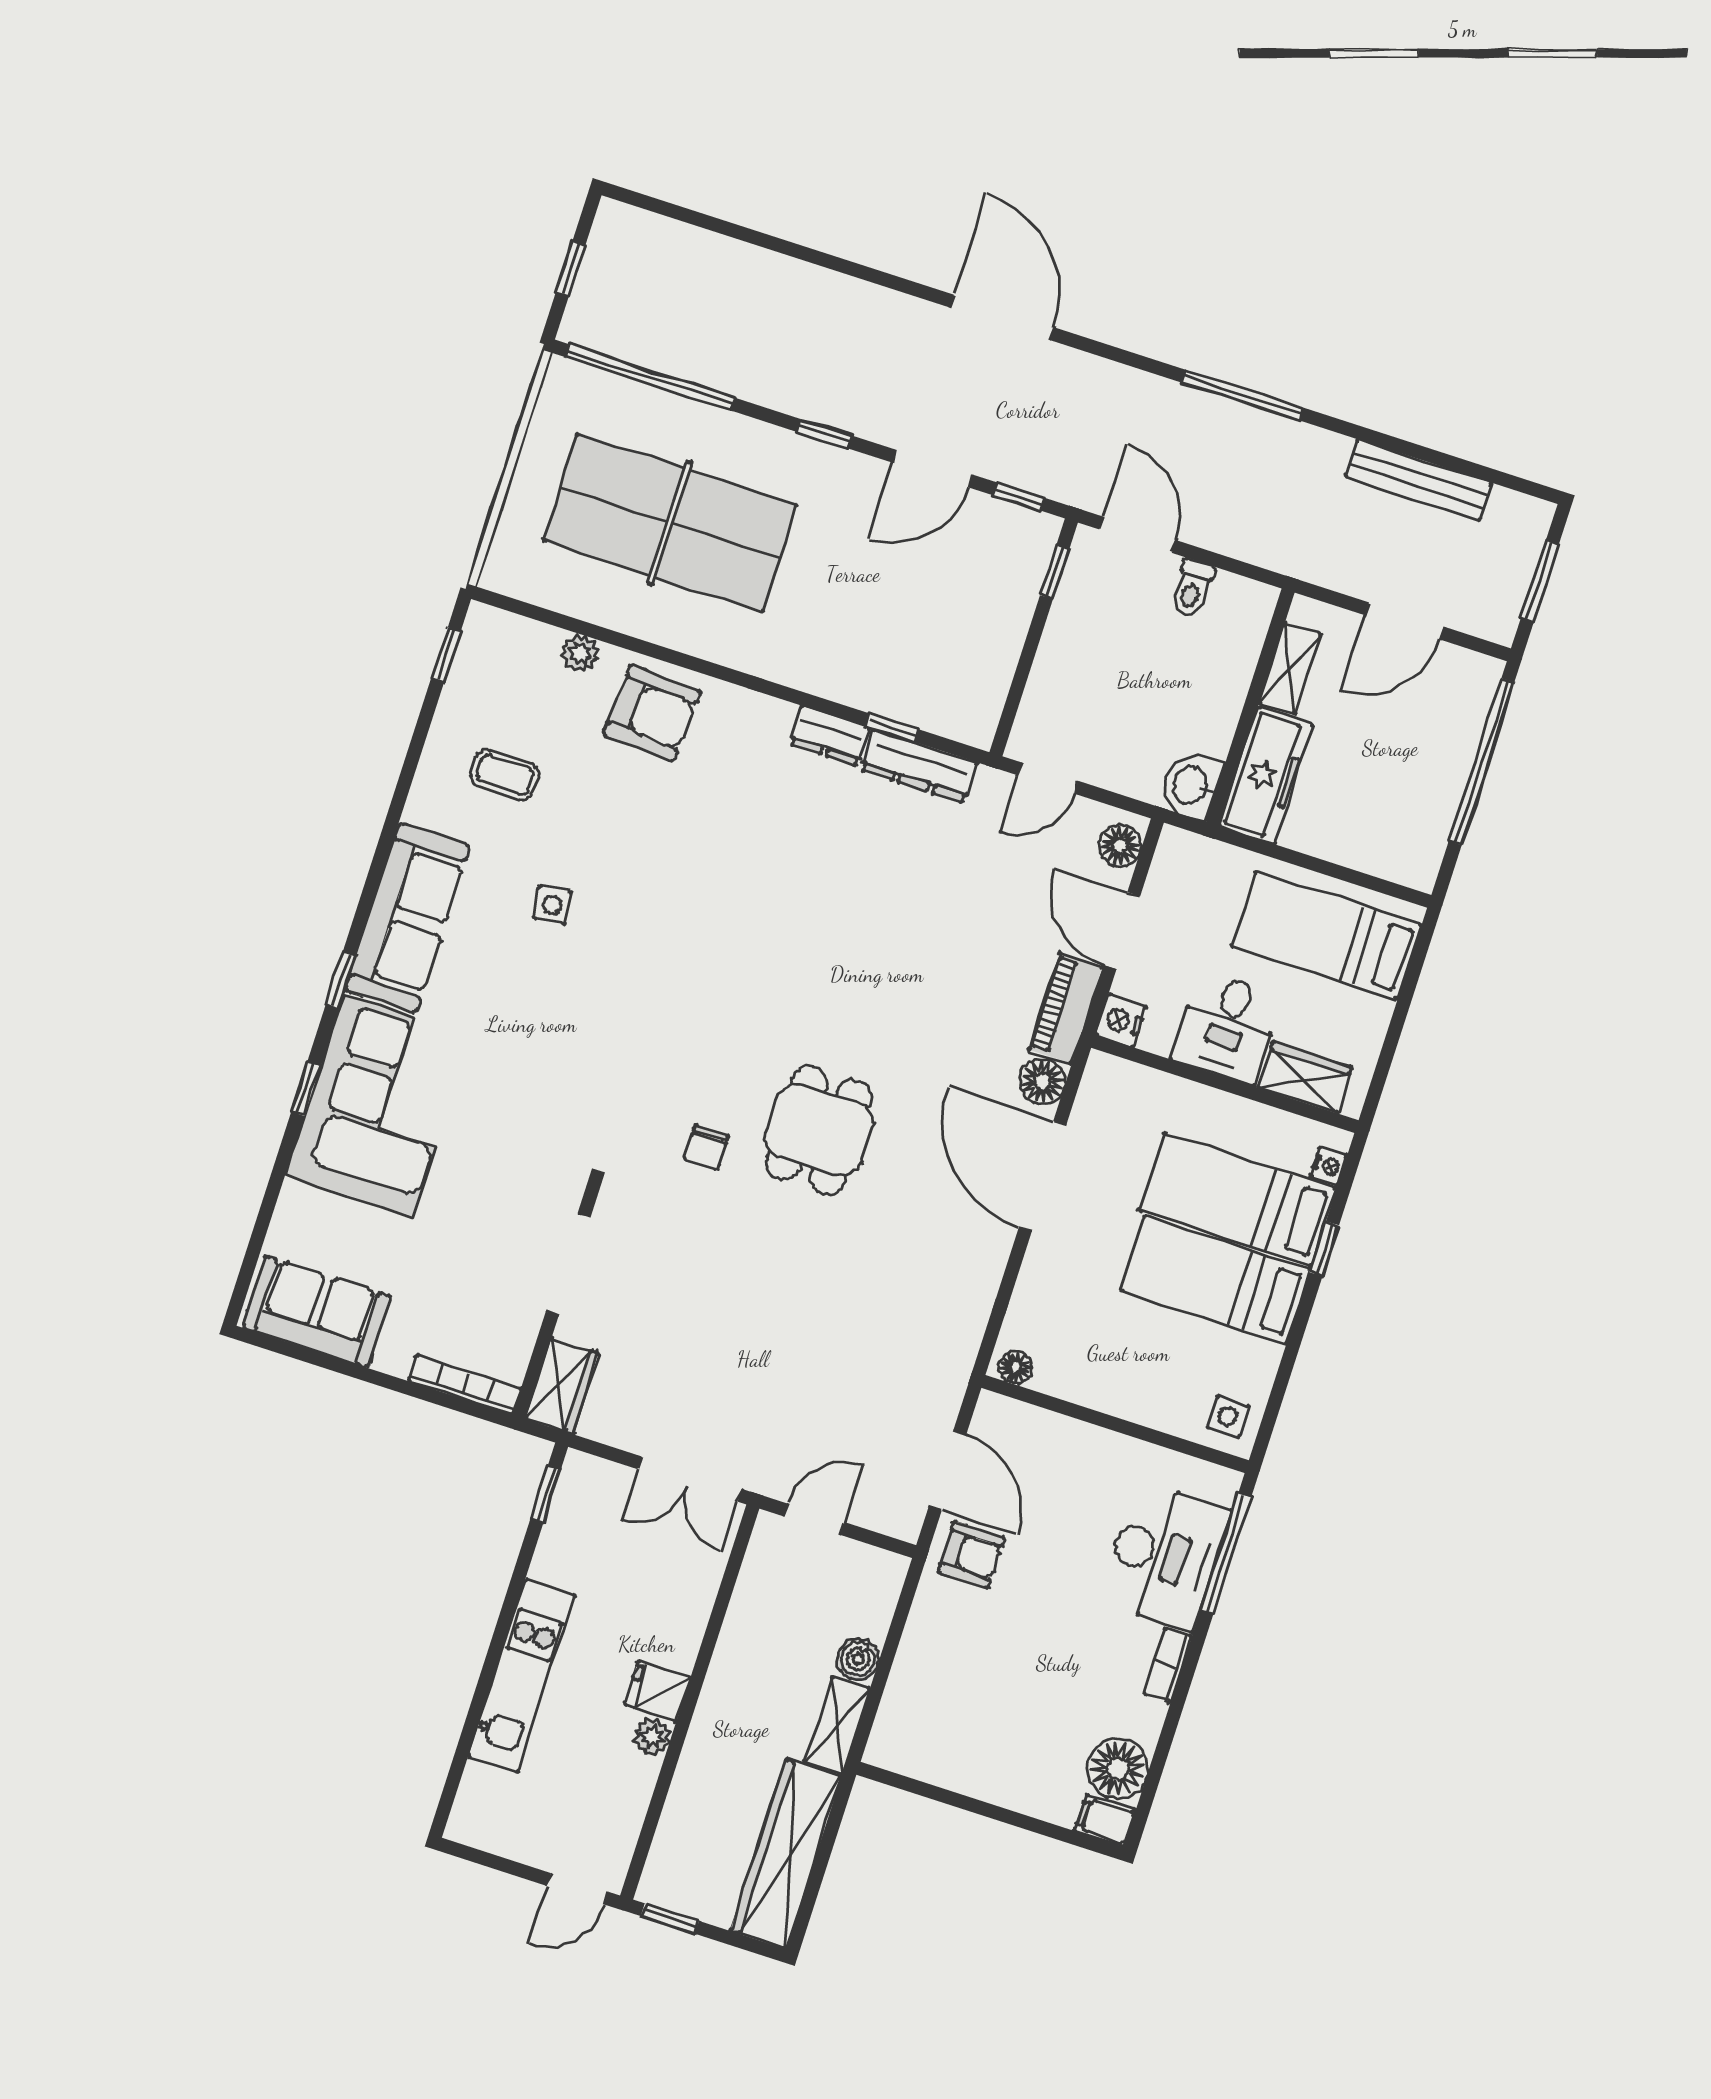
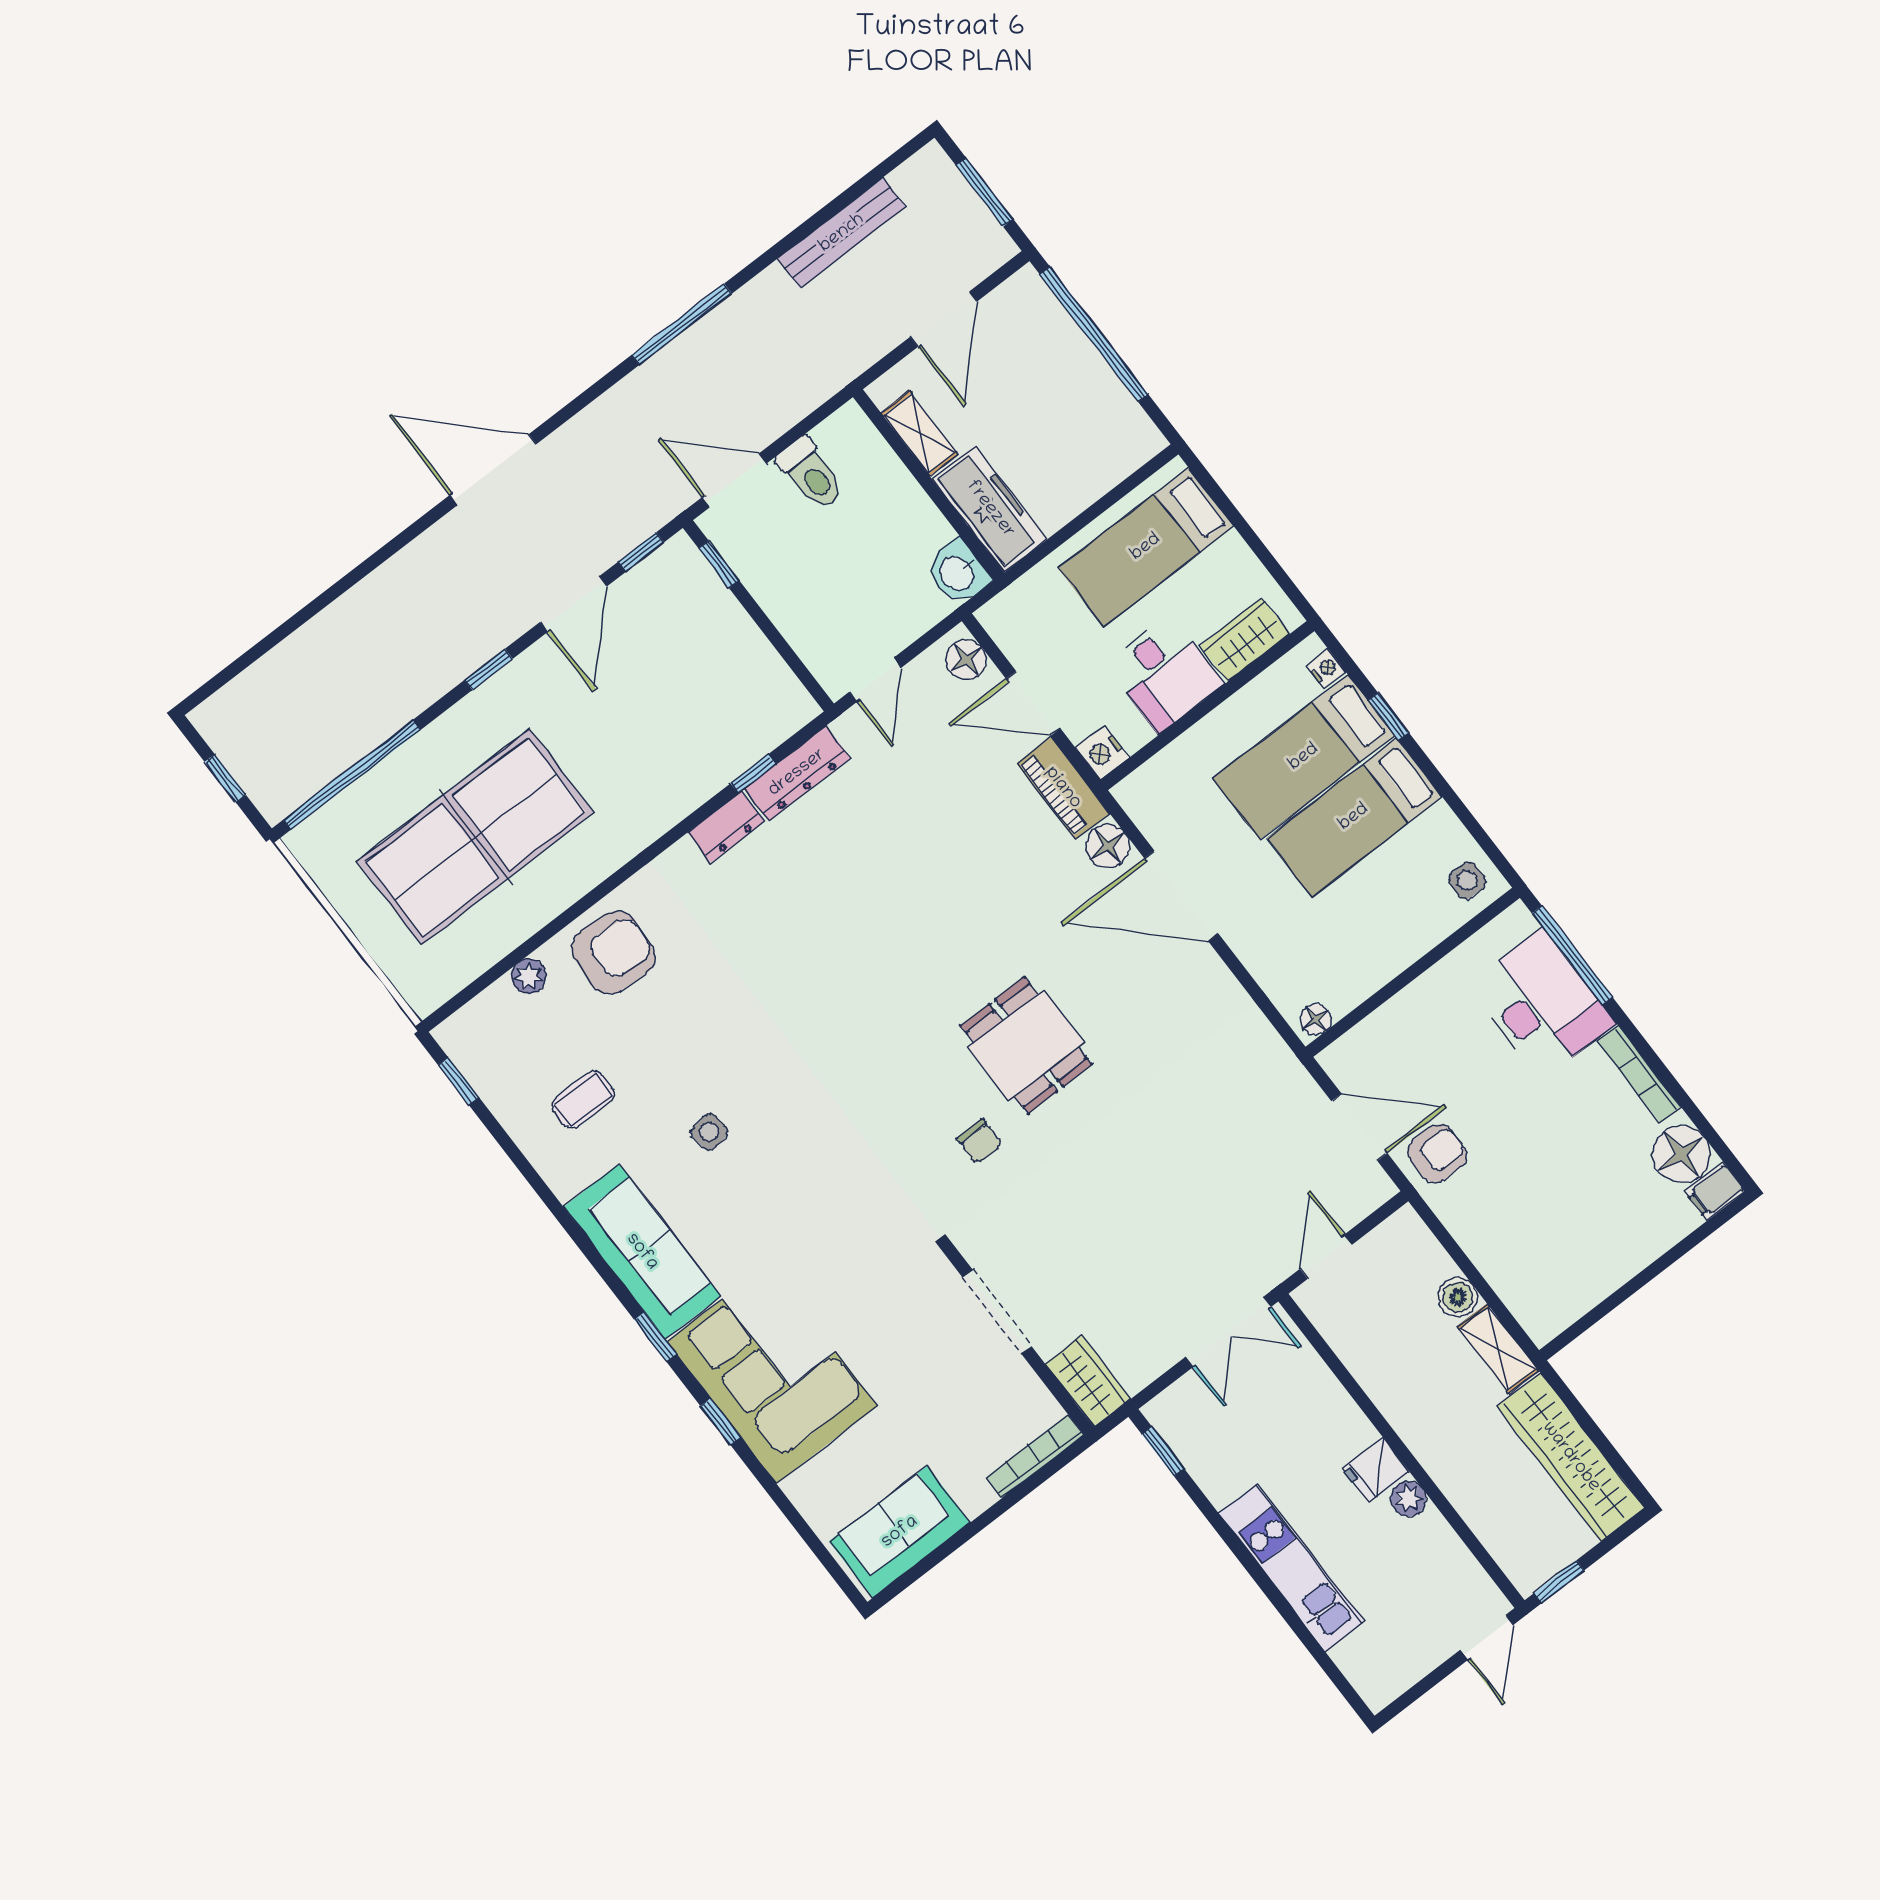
toilet: (1192, 588) -> (811, 474), width x1.37, depth x1.39
bookcase: (1168, 1665) -> (1639, 1074), width x1.56

